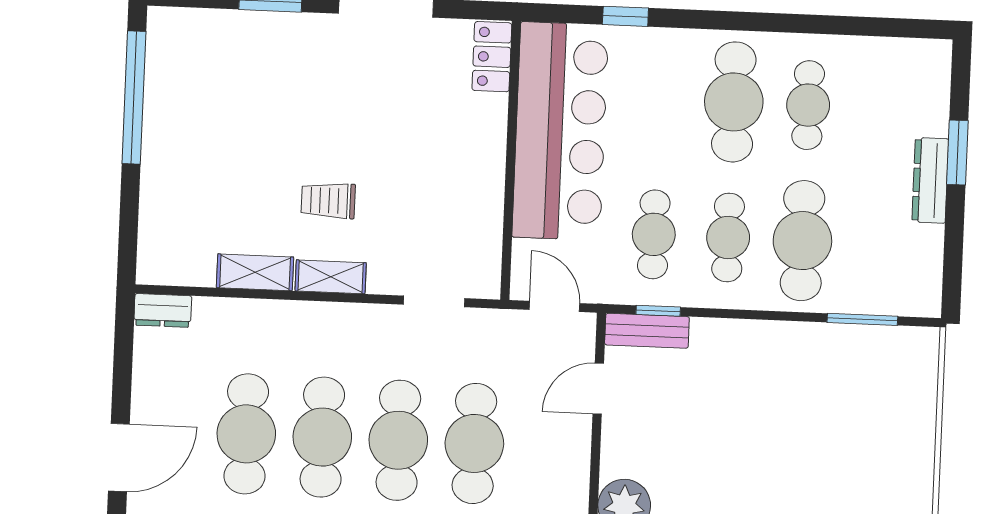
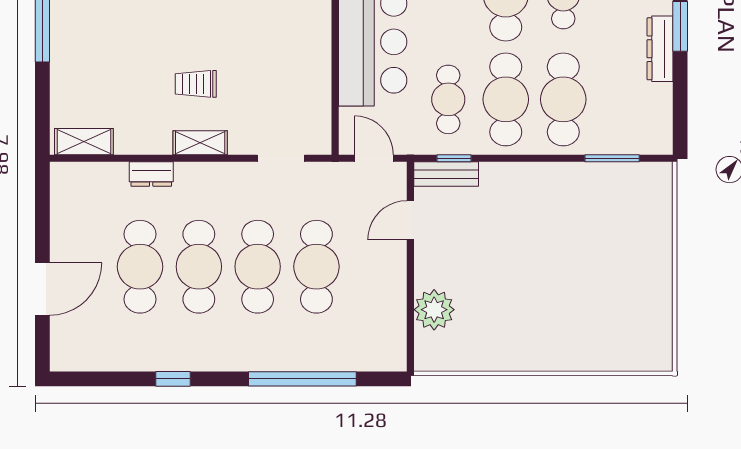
cafe table: (728, 237) -> (506, 99), width x1.37, depth x1.35
shelving: (255, 272) -> (84, 142), moved
dresser: (163, 310) -> (151, 174), moved

